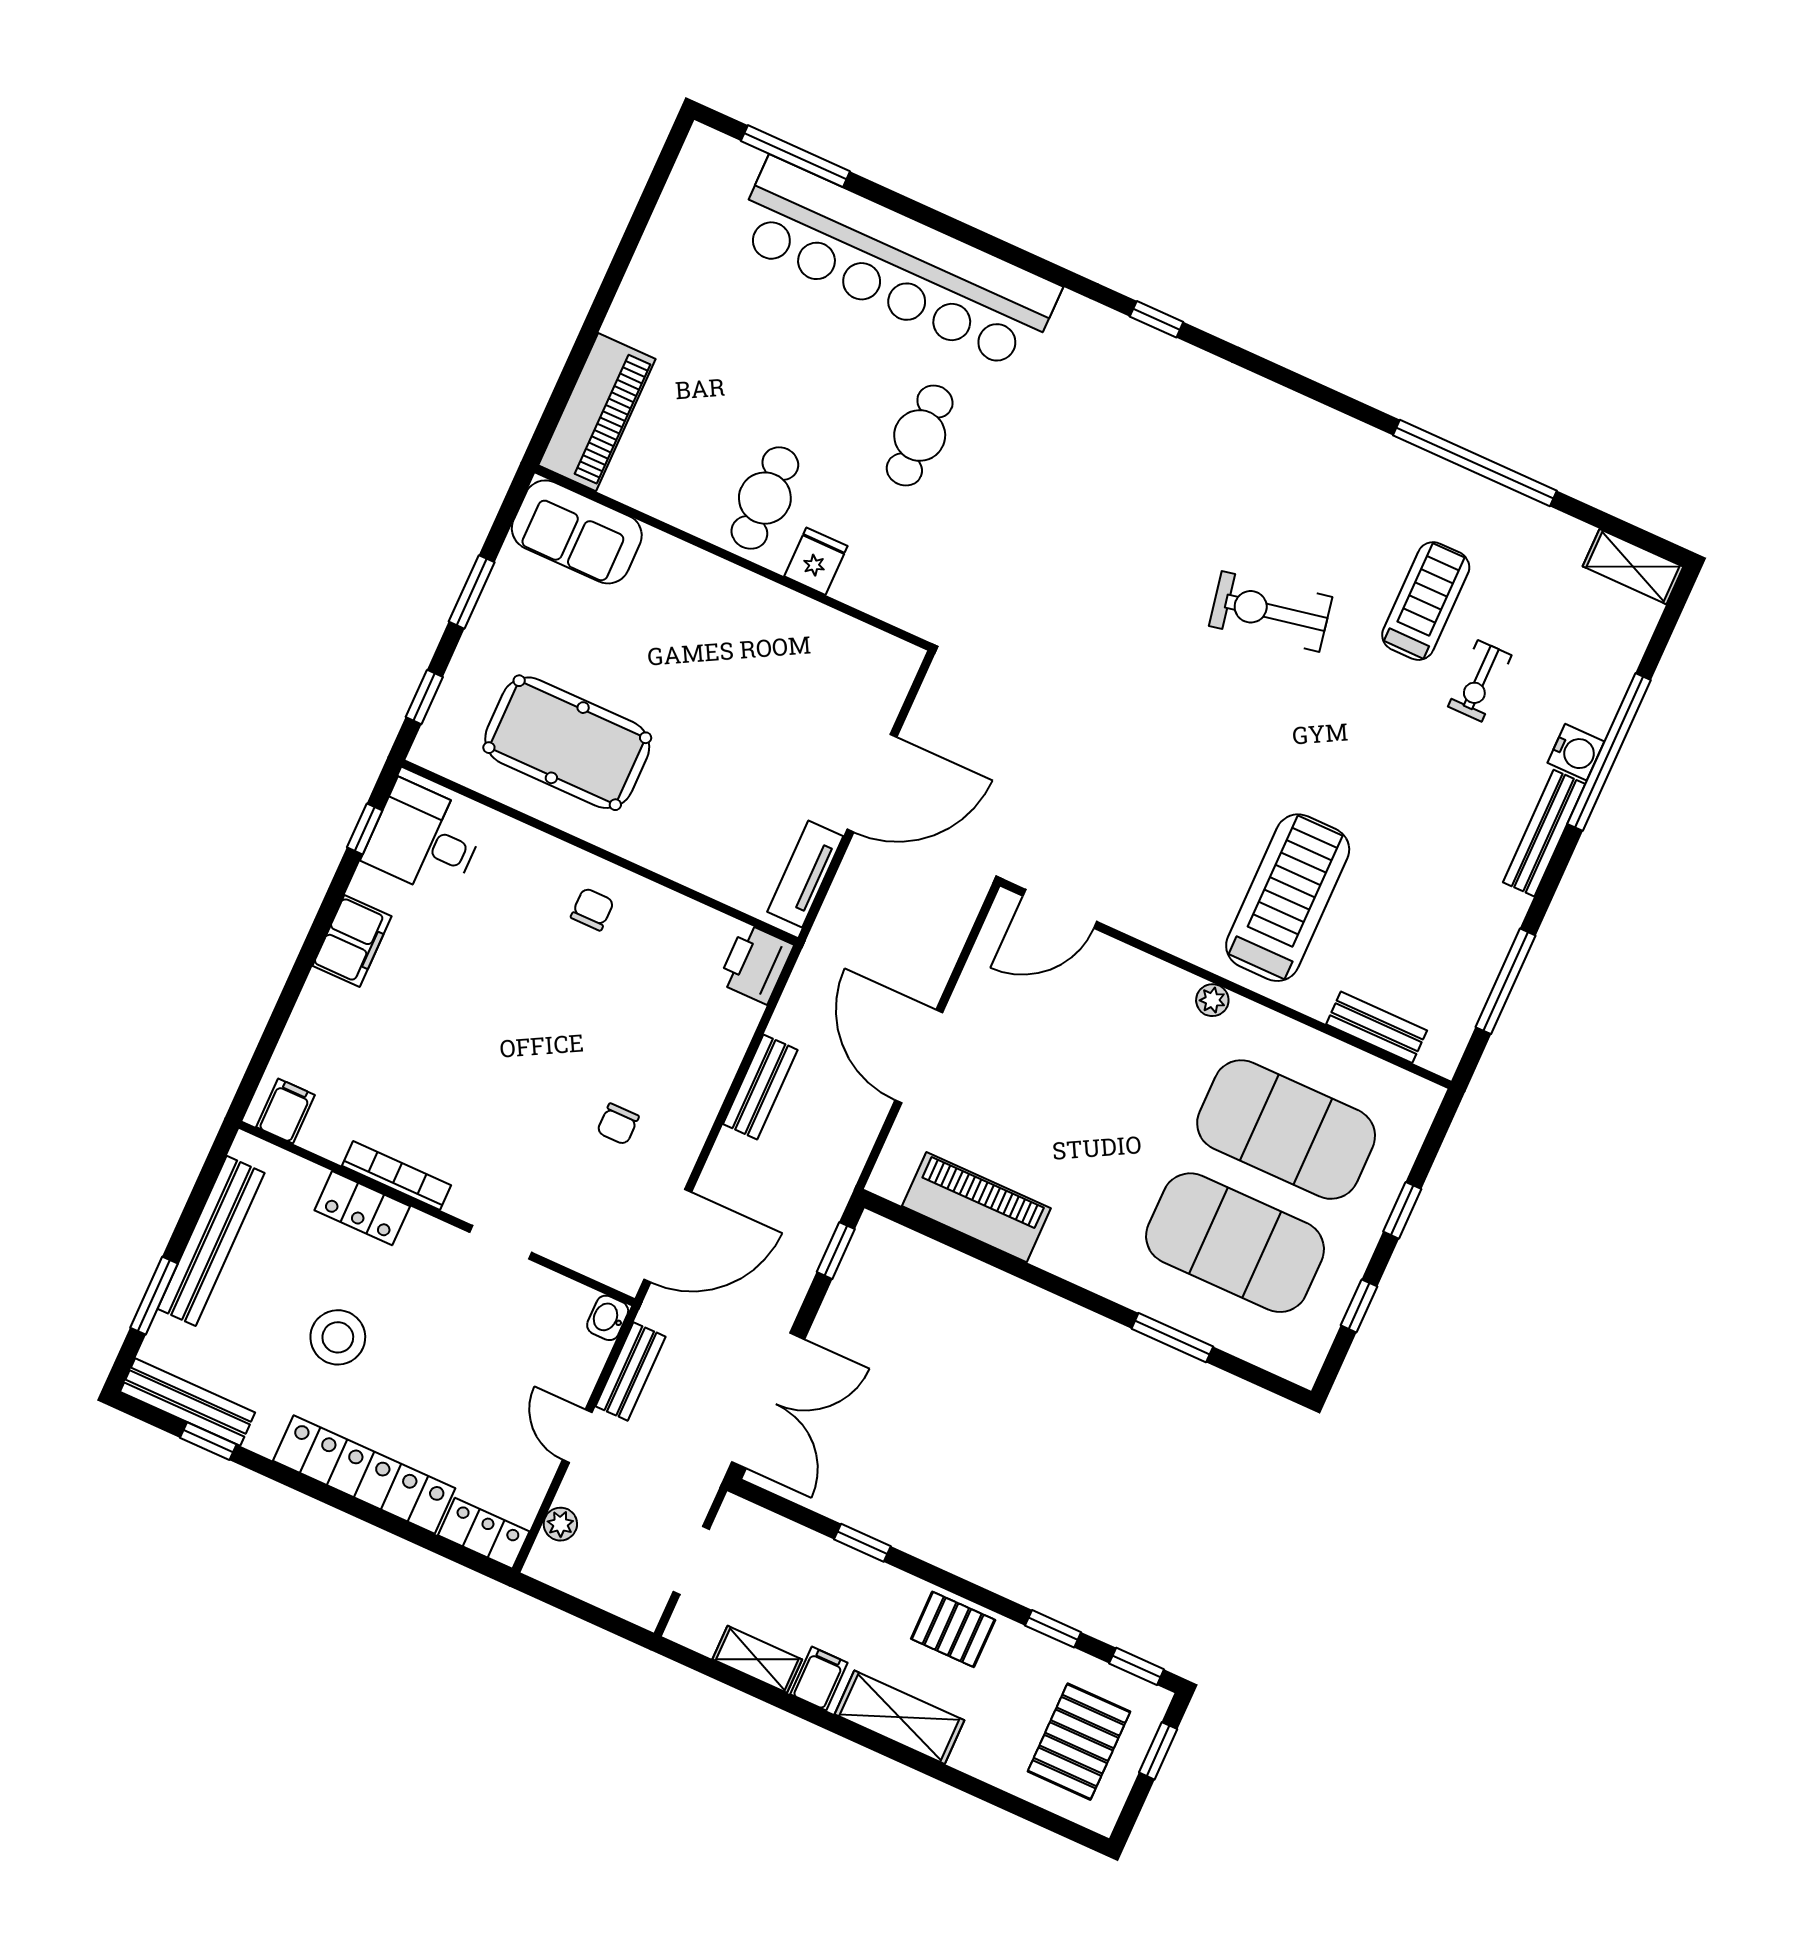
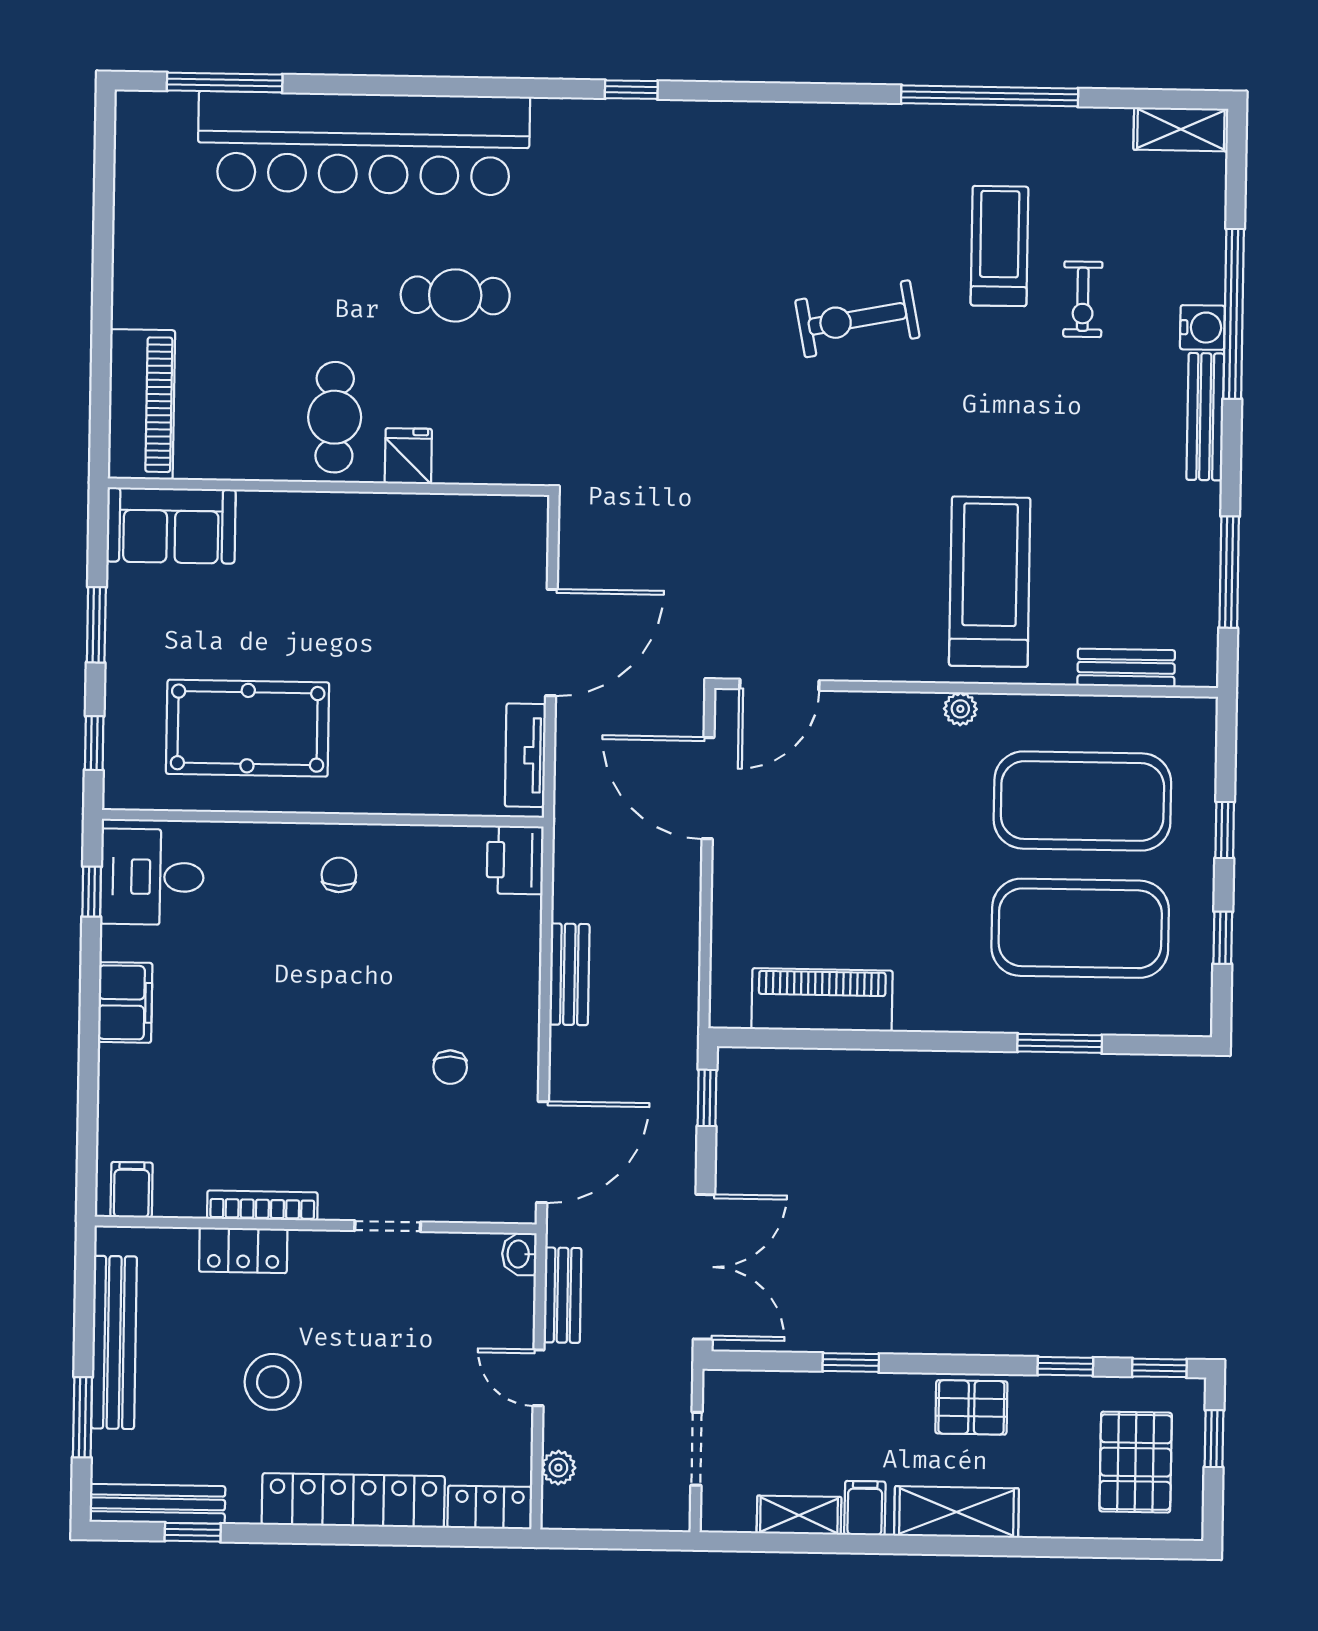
cafe table: (920, 436) -> (455, 295), turned 90
door: (919, 1056) -> (708, 788), moved

